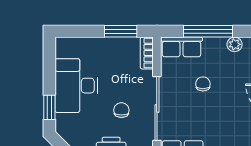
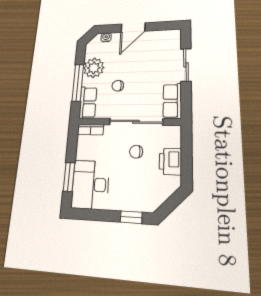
window: (121, 31) -> (69, 177), moved
plant: (235, 44) -> (94, 68), width x1.88, depth x1.88
desk: (76, 86) -> (90, 185), moved, turned 90

